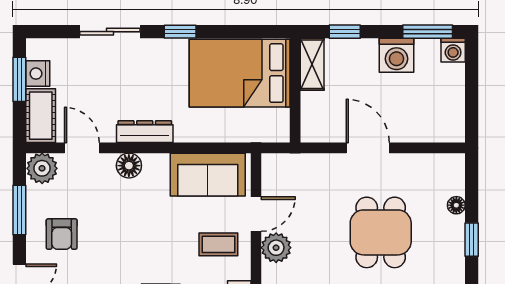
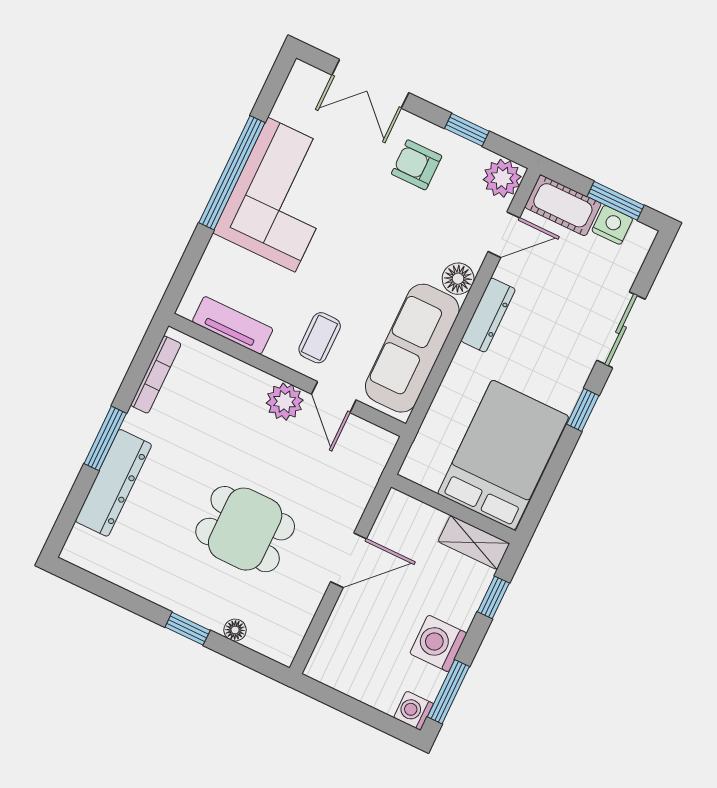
sofa: (208, 175) -> (412, 348), width x1.36
window: (19, 210) -> (467, 130), width x0.67

